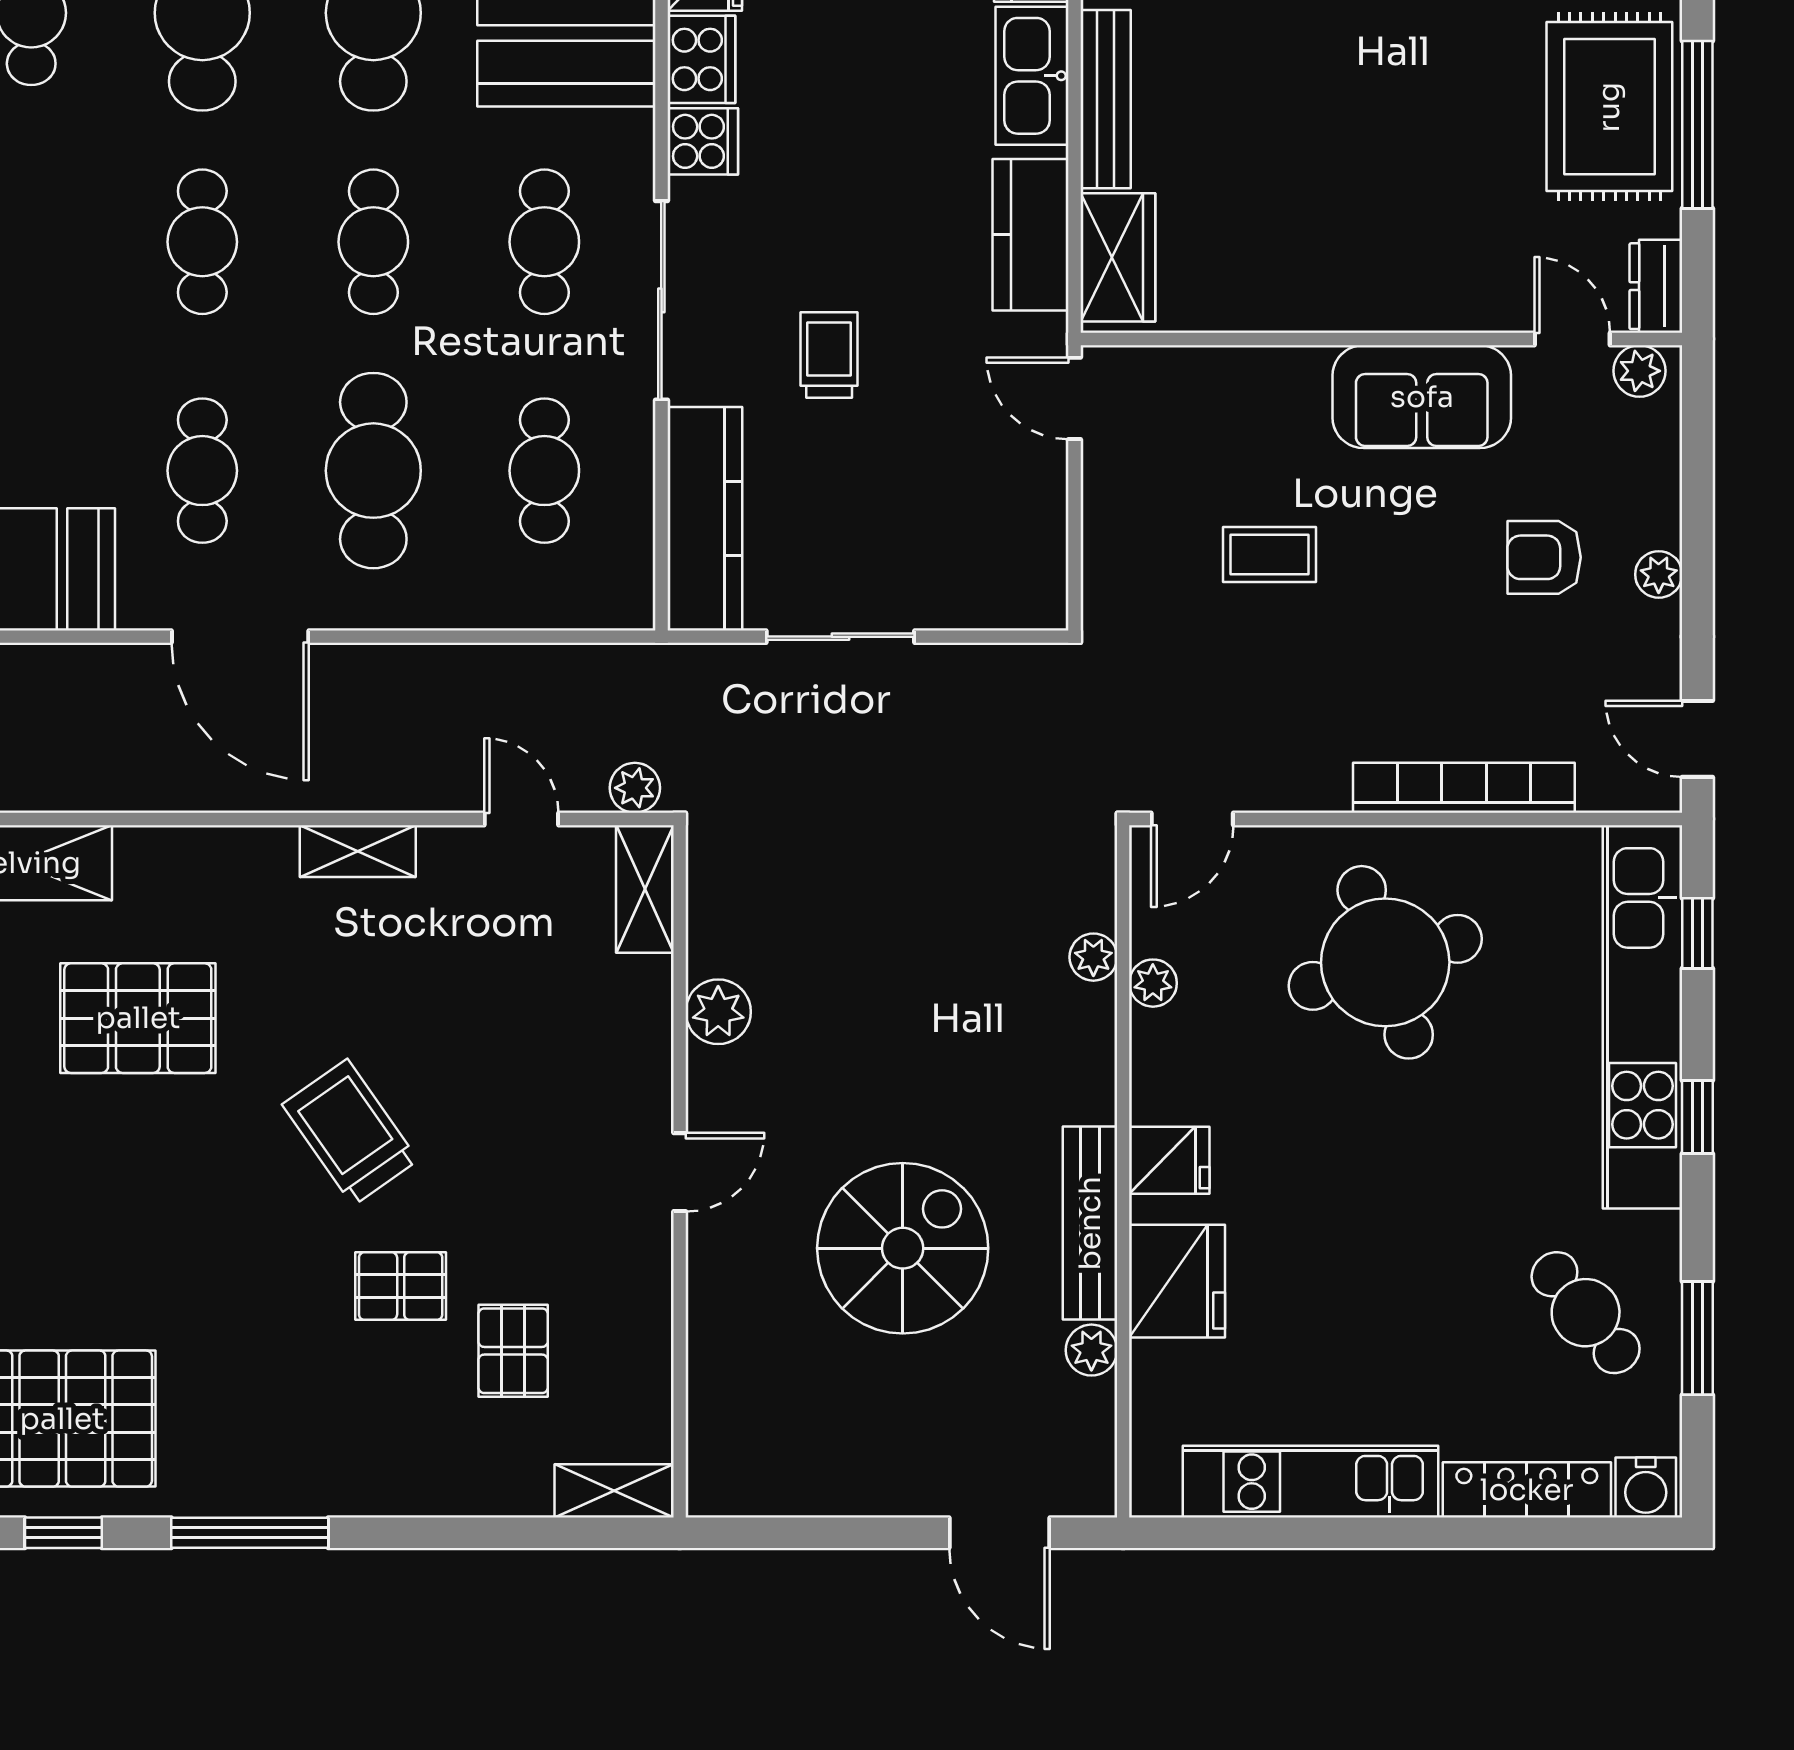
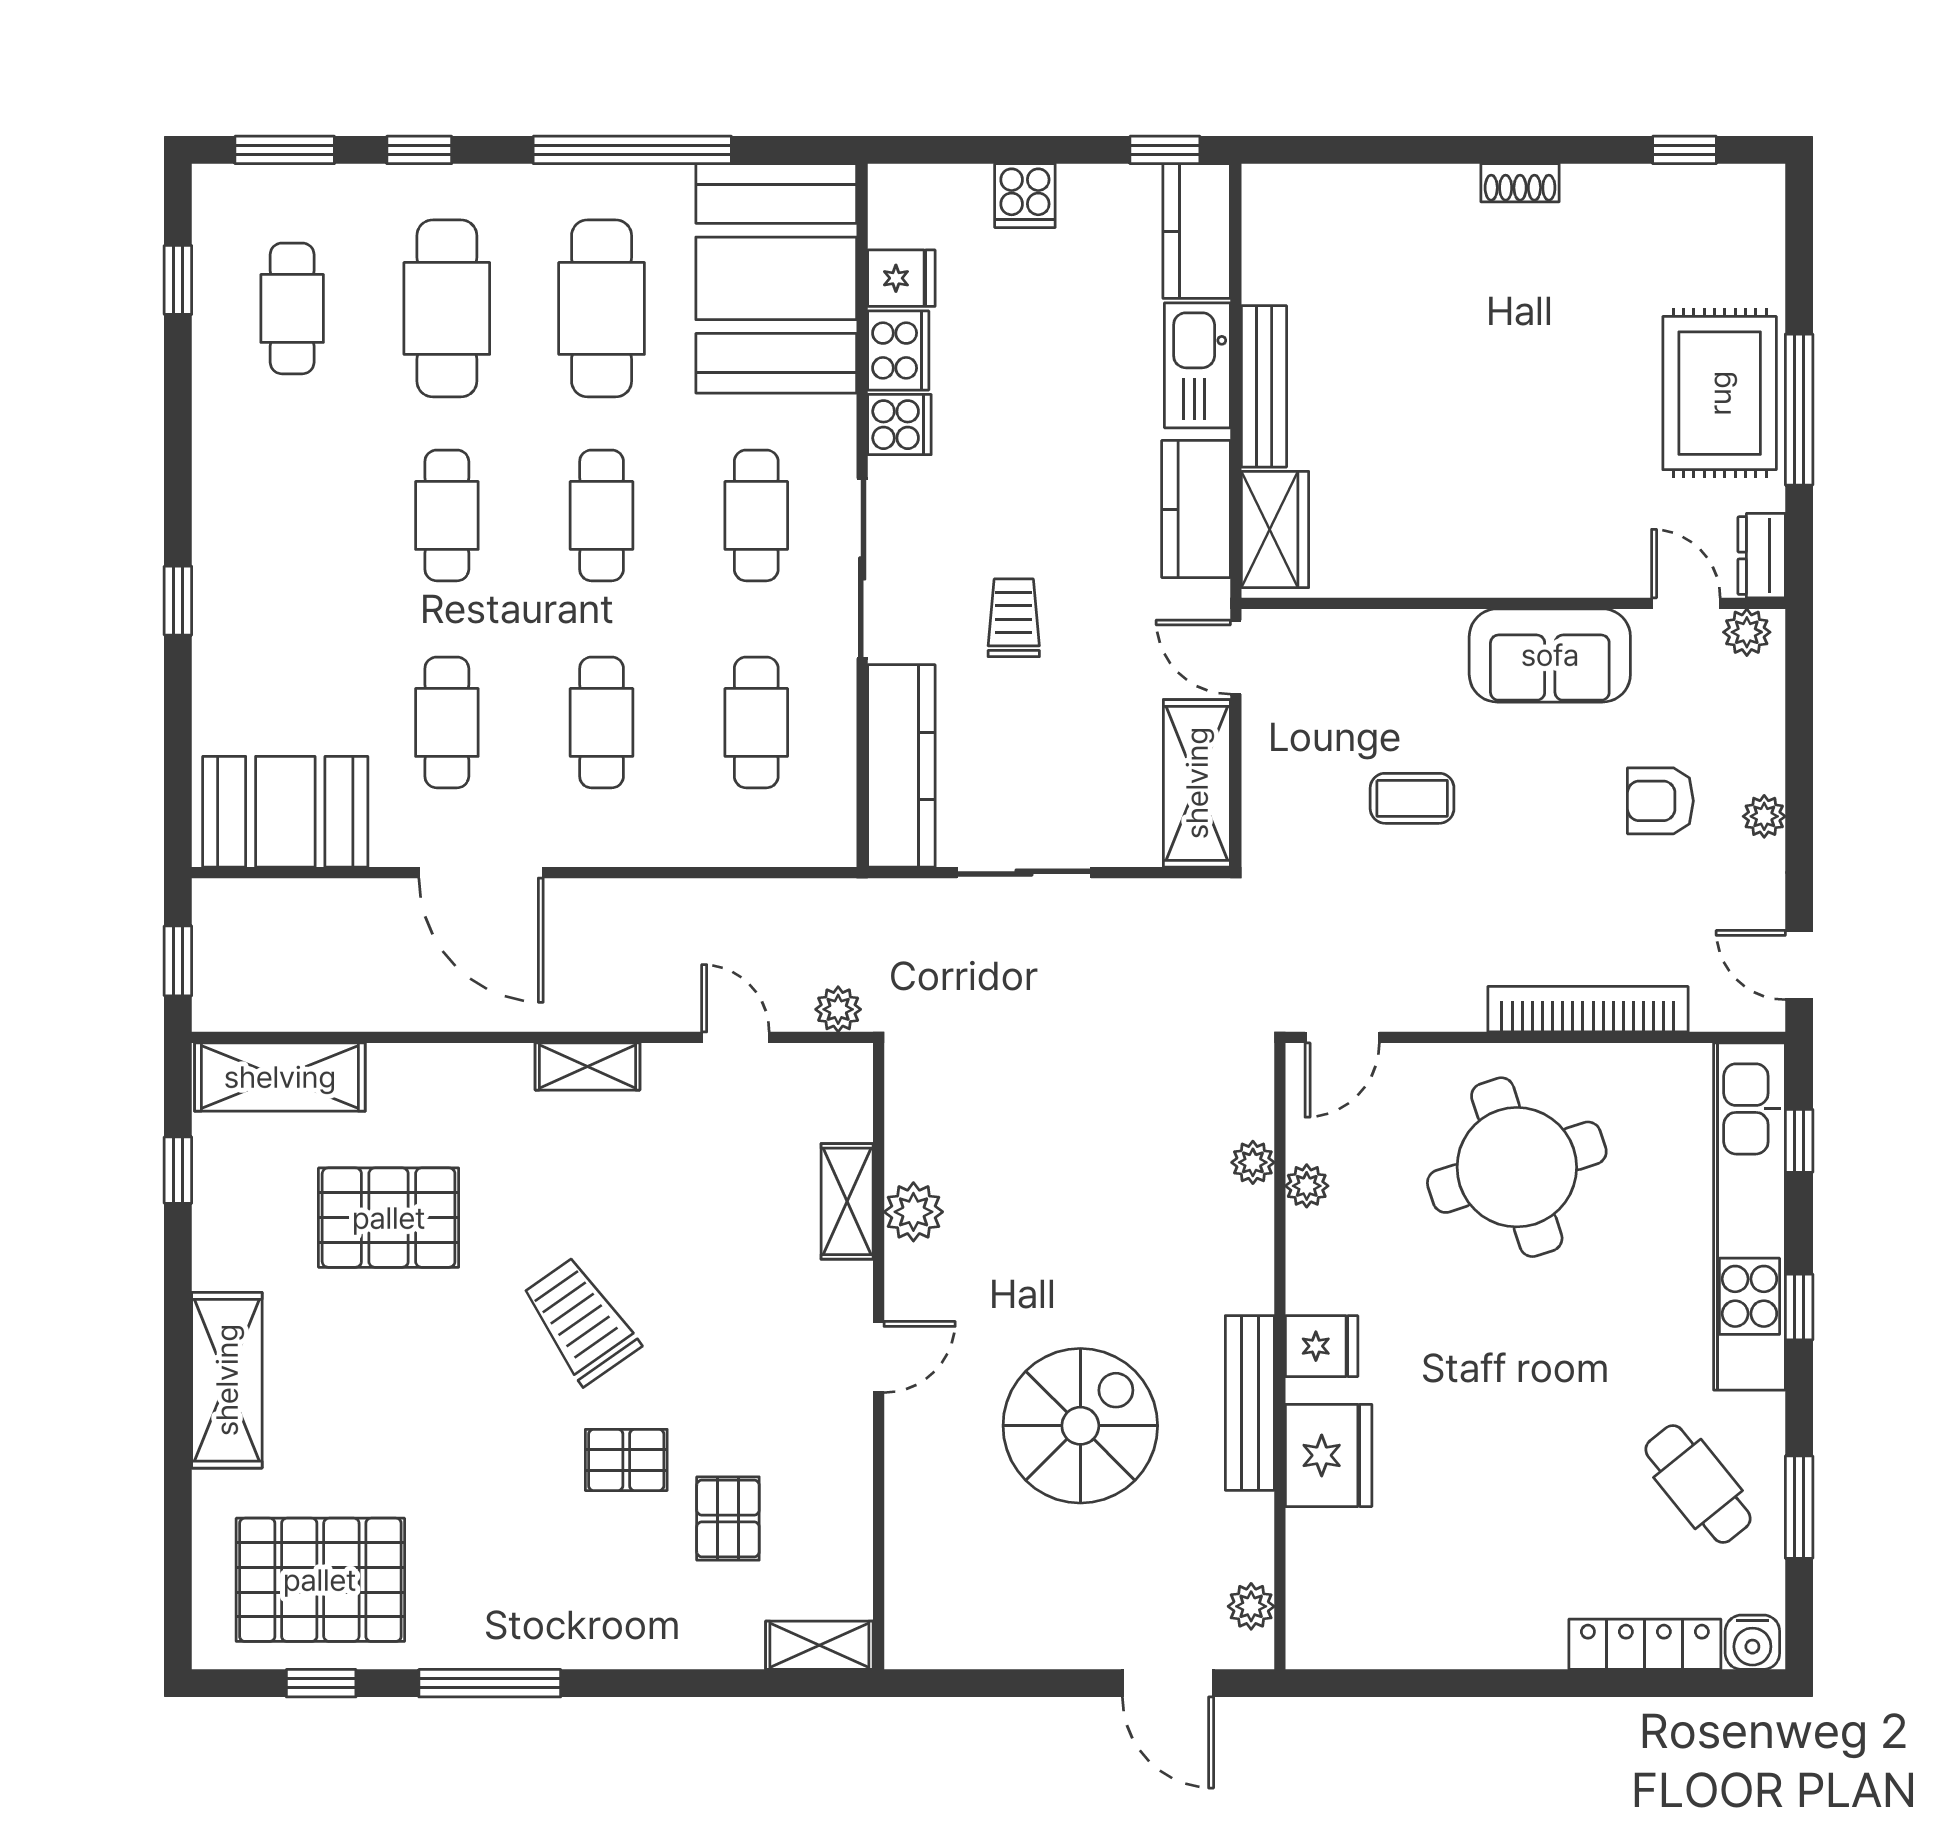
cafe table: (373, 471) -> (602, 722), width x0.73, depth x0.74
shelving: (1031, 538) -> (1197, 783), added
shelving: (645, 889) -> (847, 1201), moved
plant: (1091, 1350) -> (1251, 1606), moved
kitchen unit: (1310, 1482) -> (1449, 1637), removed

